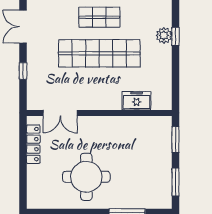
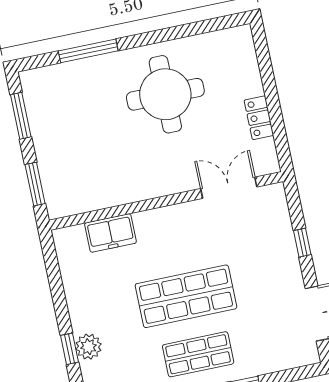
shop shelf: (99, 53) -> (186, 296), width x0.71
locker: (33, 144) -> (259, 118), width x0.66

